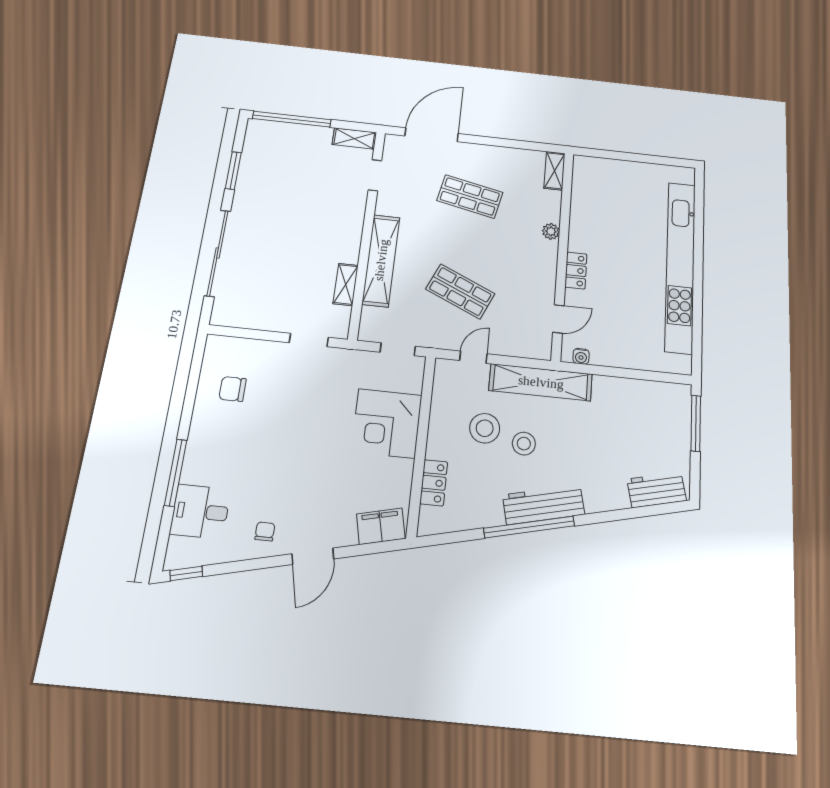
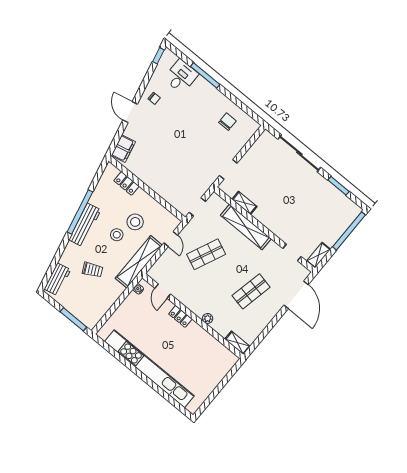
corner desk: (387, 423) -> (166, 180), removed
trolley: (603, 445) -> (93, 270), added

